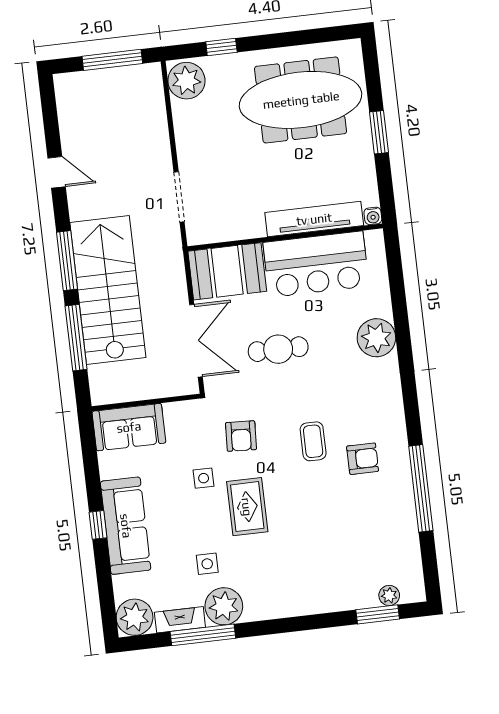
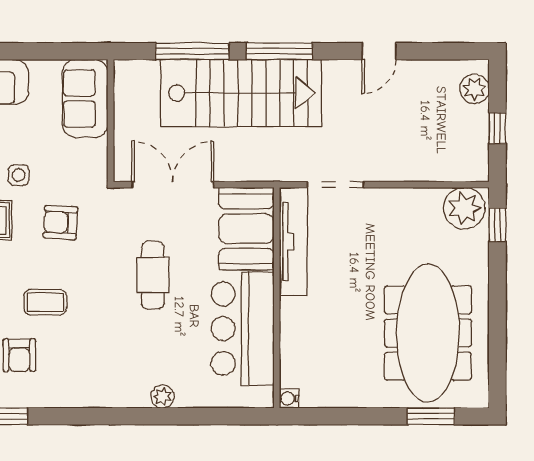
window: (221, 47) -> (497, 225), moved
window: (112, 60) -> (497, 128), width x0.46
plant: (80, 84) -> (474, 89), added
window: (379, 132) -> (431, 416), moved
tv unit: (314, 219) -> (293, 242), moved
plant: (376, 338) -> (163, 397), width x0.53, depth x0.53
double door: (196, 341) -> (173, 185), swing flipped

